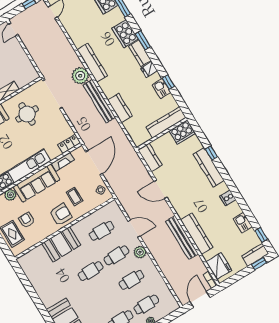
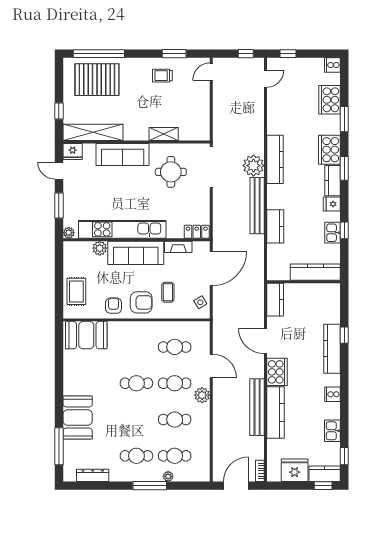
cooker: (182, 132) -> (277, 372), moved, turned -90
armchair: (27, 220) -> (114, 306), moved
booth: (61, 244) -> (86, 335), moved
fridge: (219, 266) -> (295, 470), moved, turned -90

